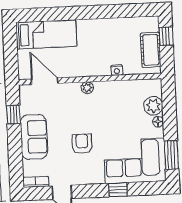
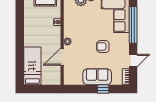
door: (45, 81) -> (62, 57), moved
window: (13, 115) -> (103, 89), moved
window: (118, 190) -> (133, 25), width x3.17

